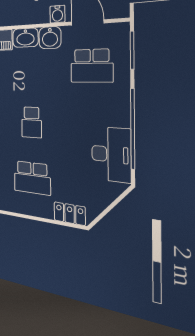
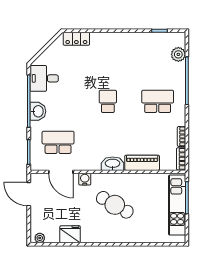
washbasin: (50, 38) -> (38, 111), moved, turned 90
desk: (111, 154) -> (44, 78), width x0.73
school desk: (32, 178) -> (108, 60), removed

